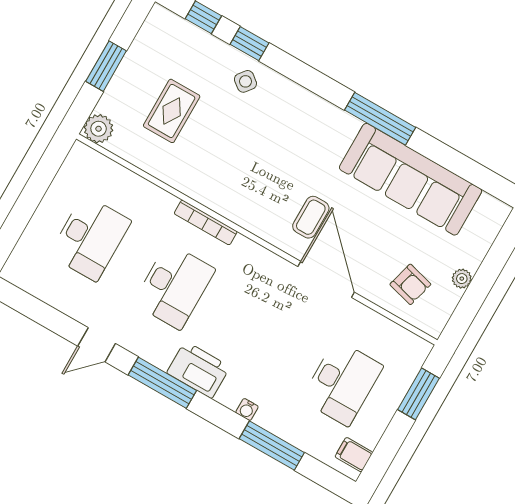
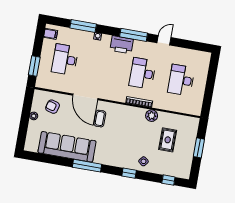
window: (250, 44) -> (129, 173), moved
plant: (99, 129) -> (152, 116), moved

